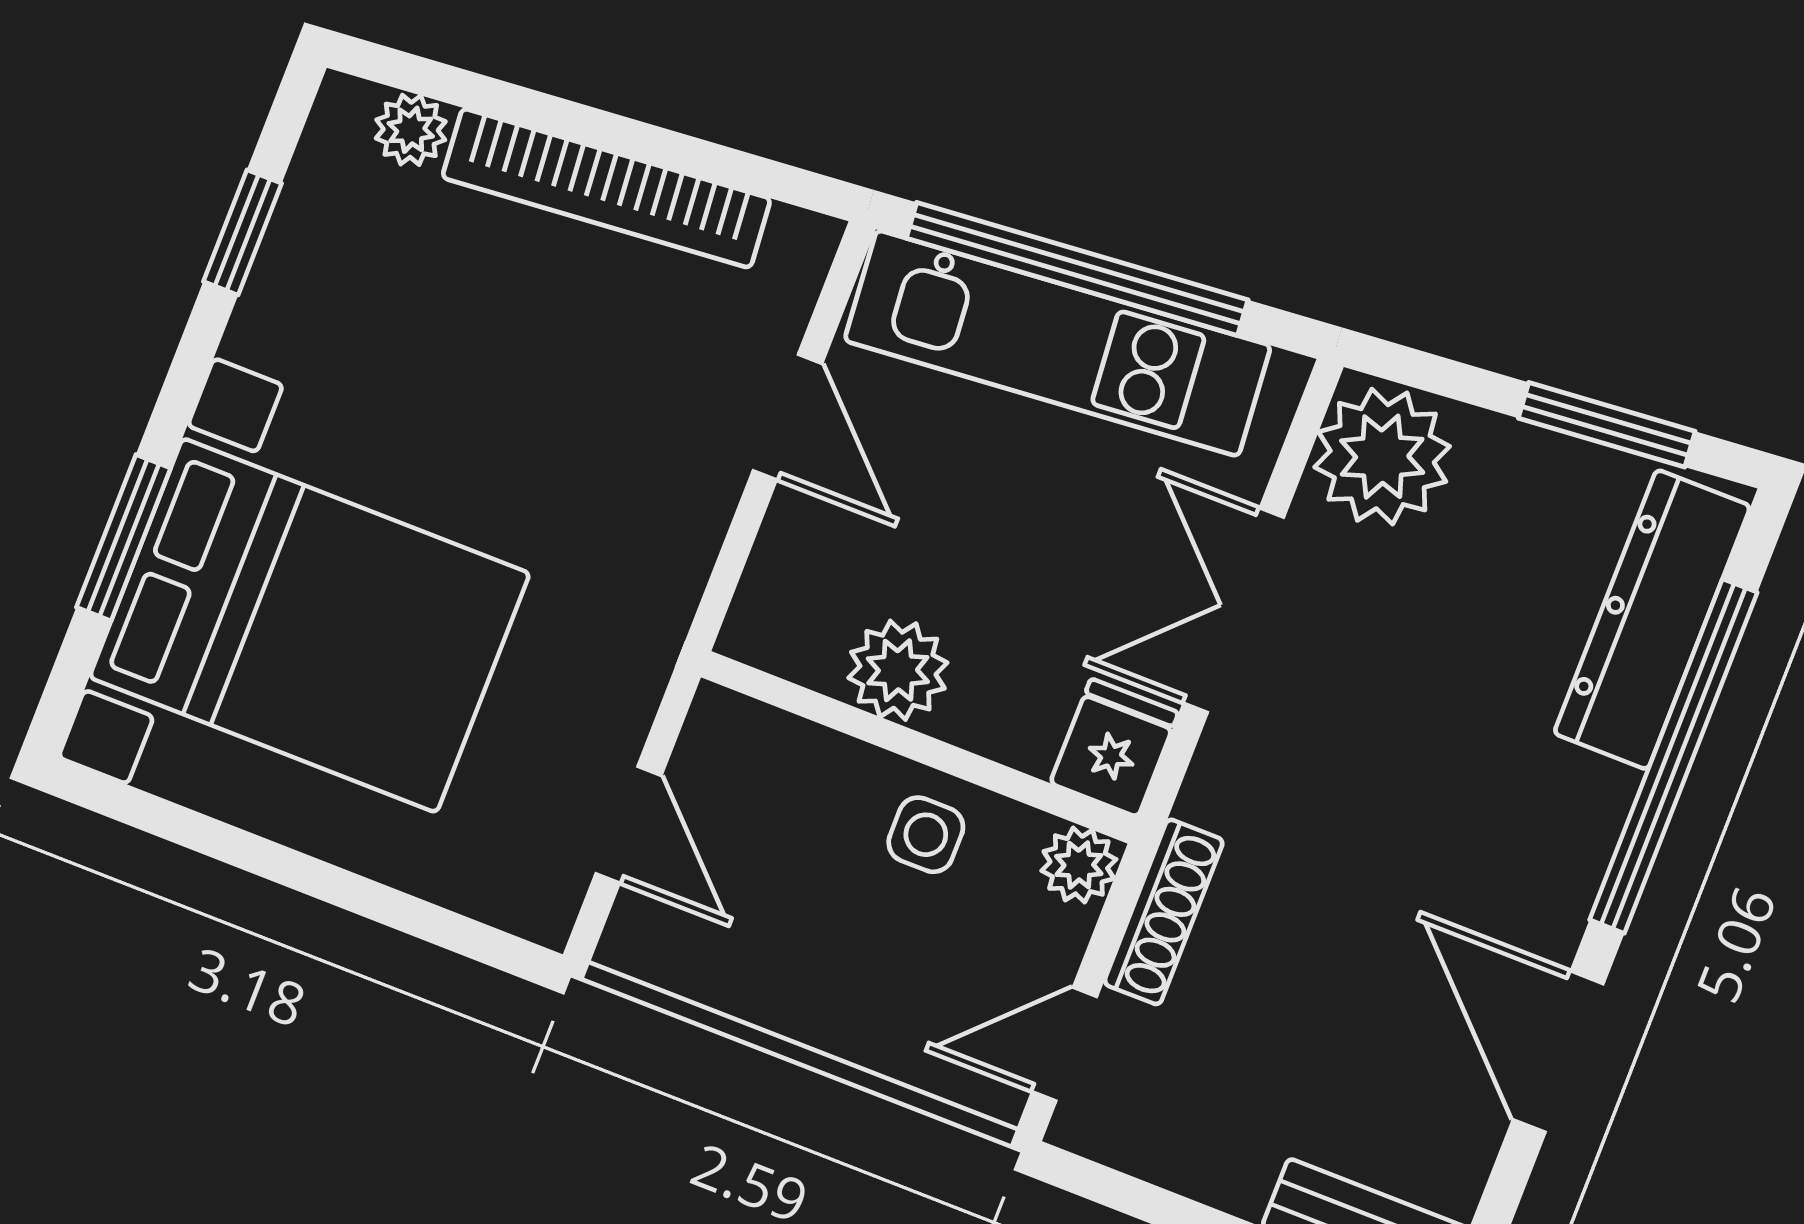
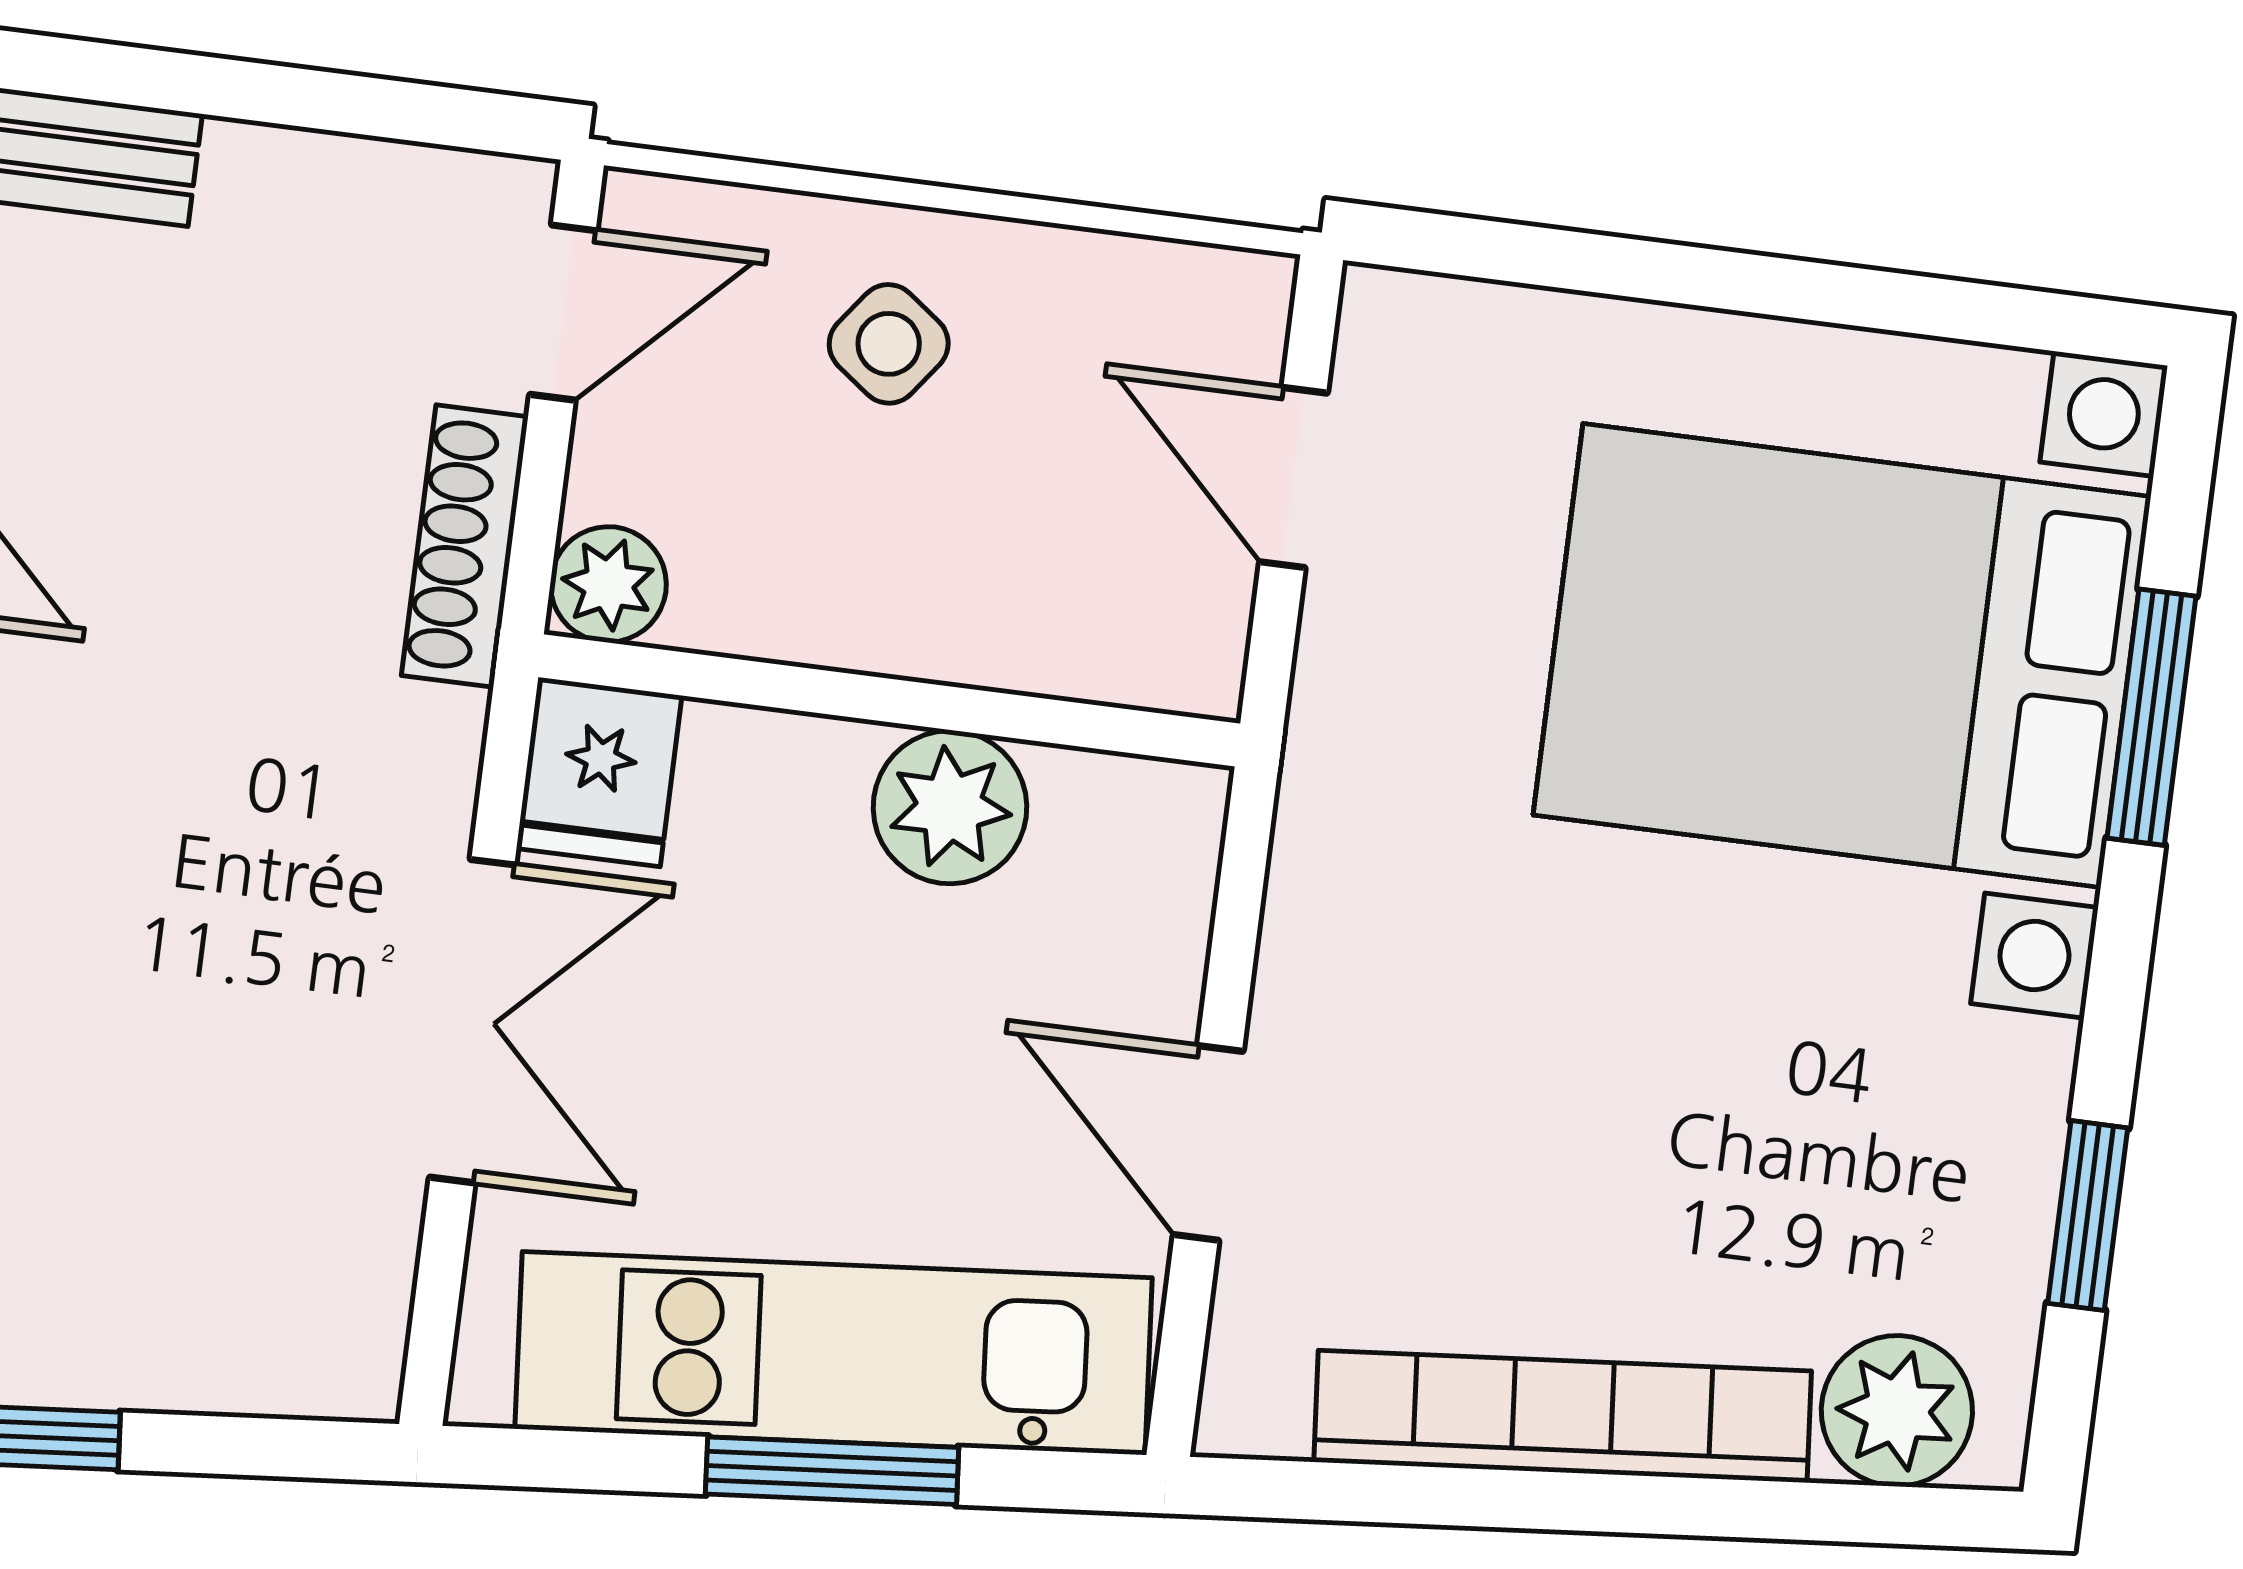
plant: (411, 130) -> (1897, 1411), width x1.38, depth x1.38
window: (1077, 269) -> (832, 1471), width x0.47
plant: (1382, 457) -> (309, 1305), removed
side table: (926, 835) -> (889, 344), moved, turned 37

